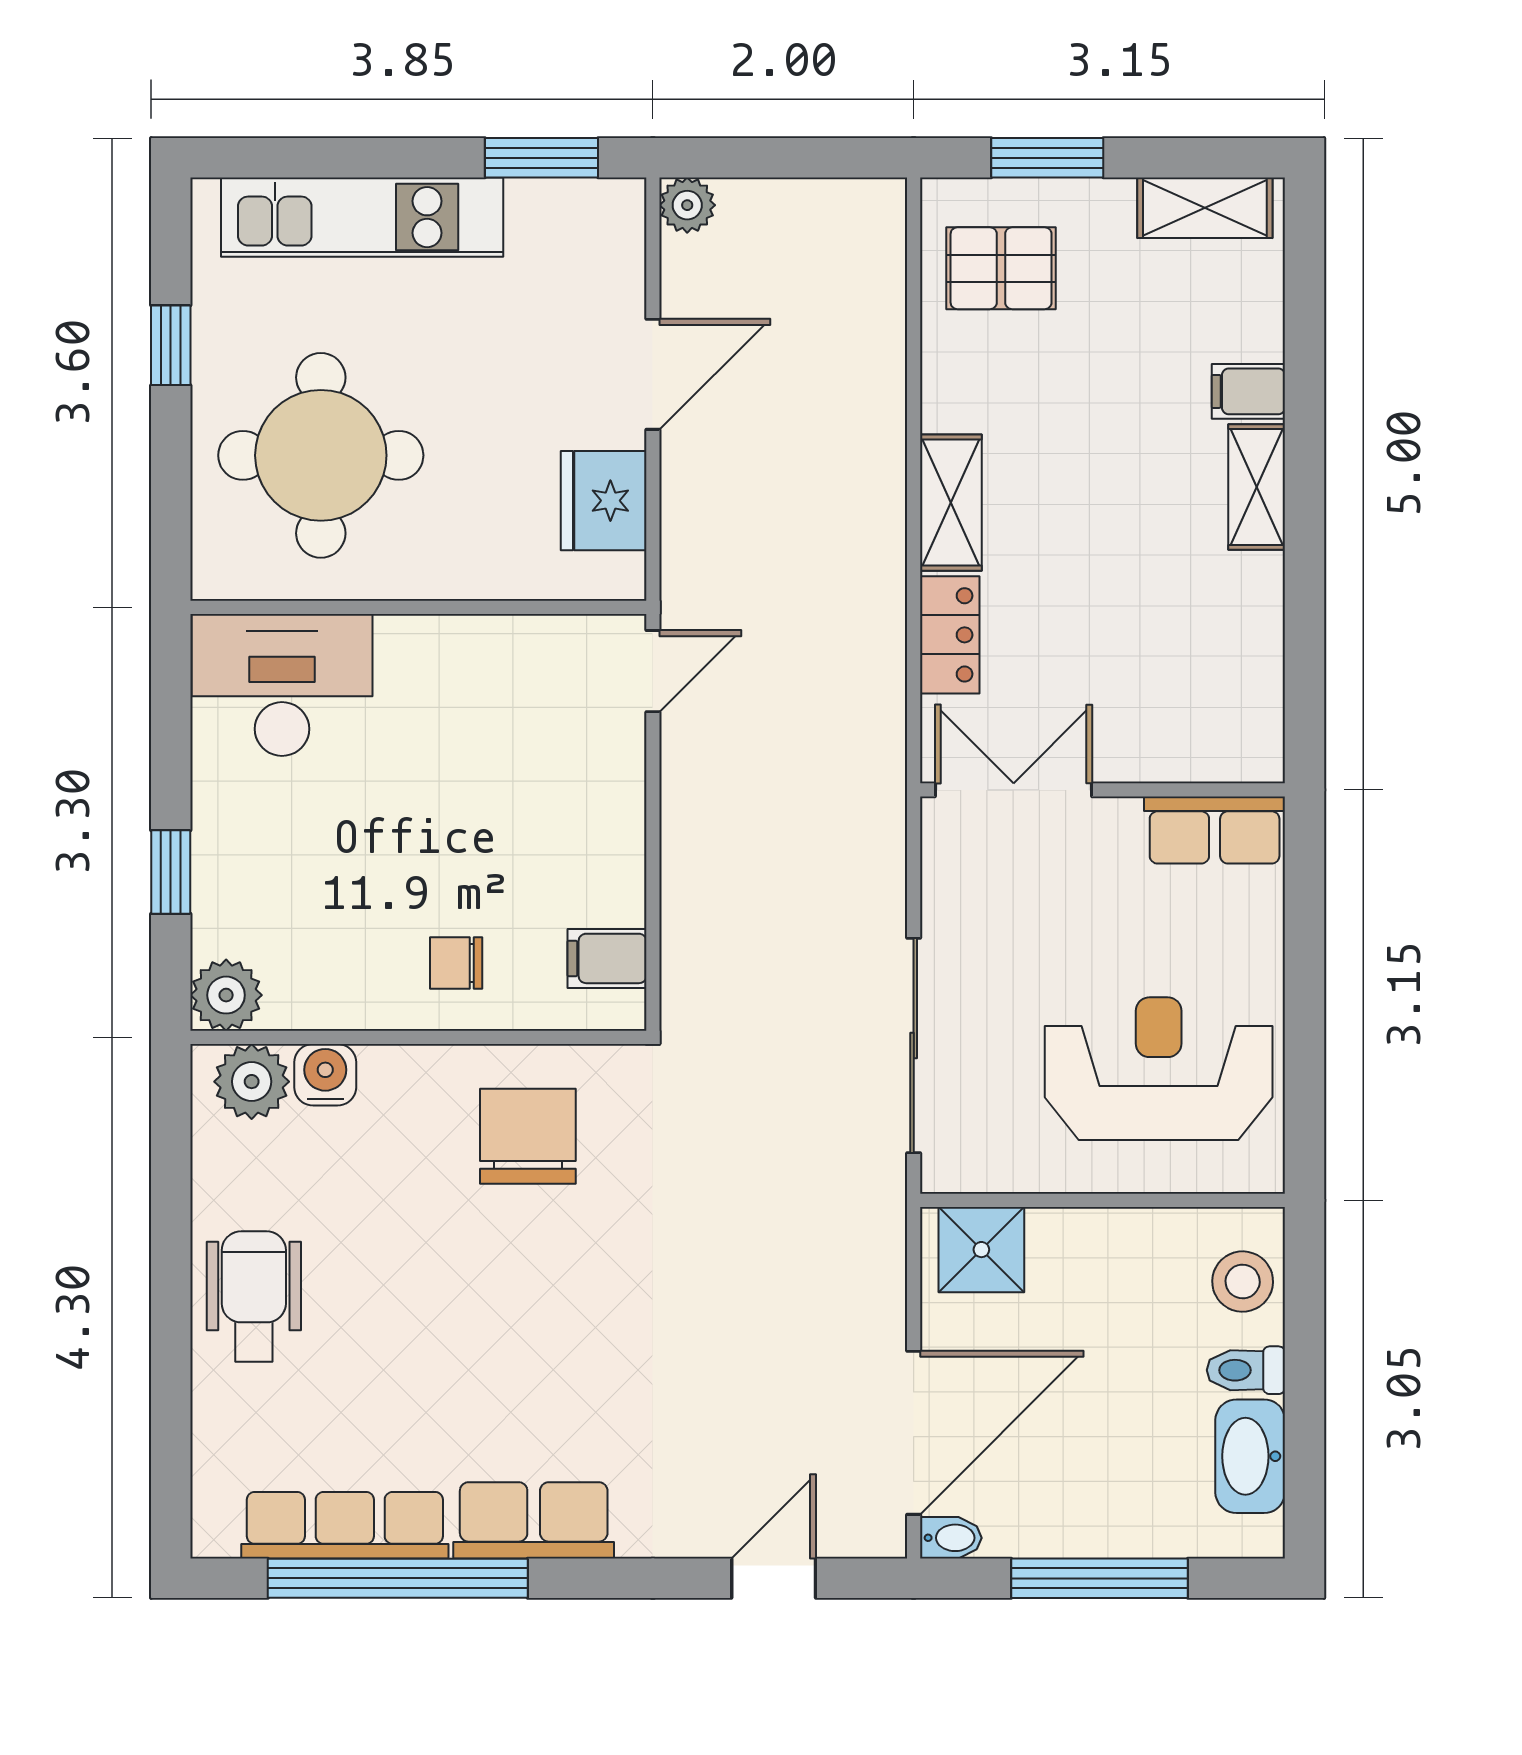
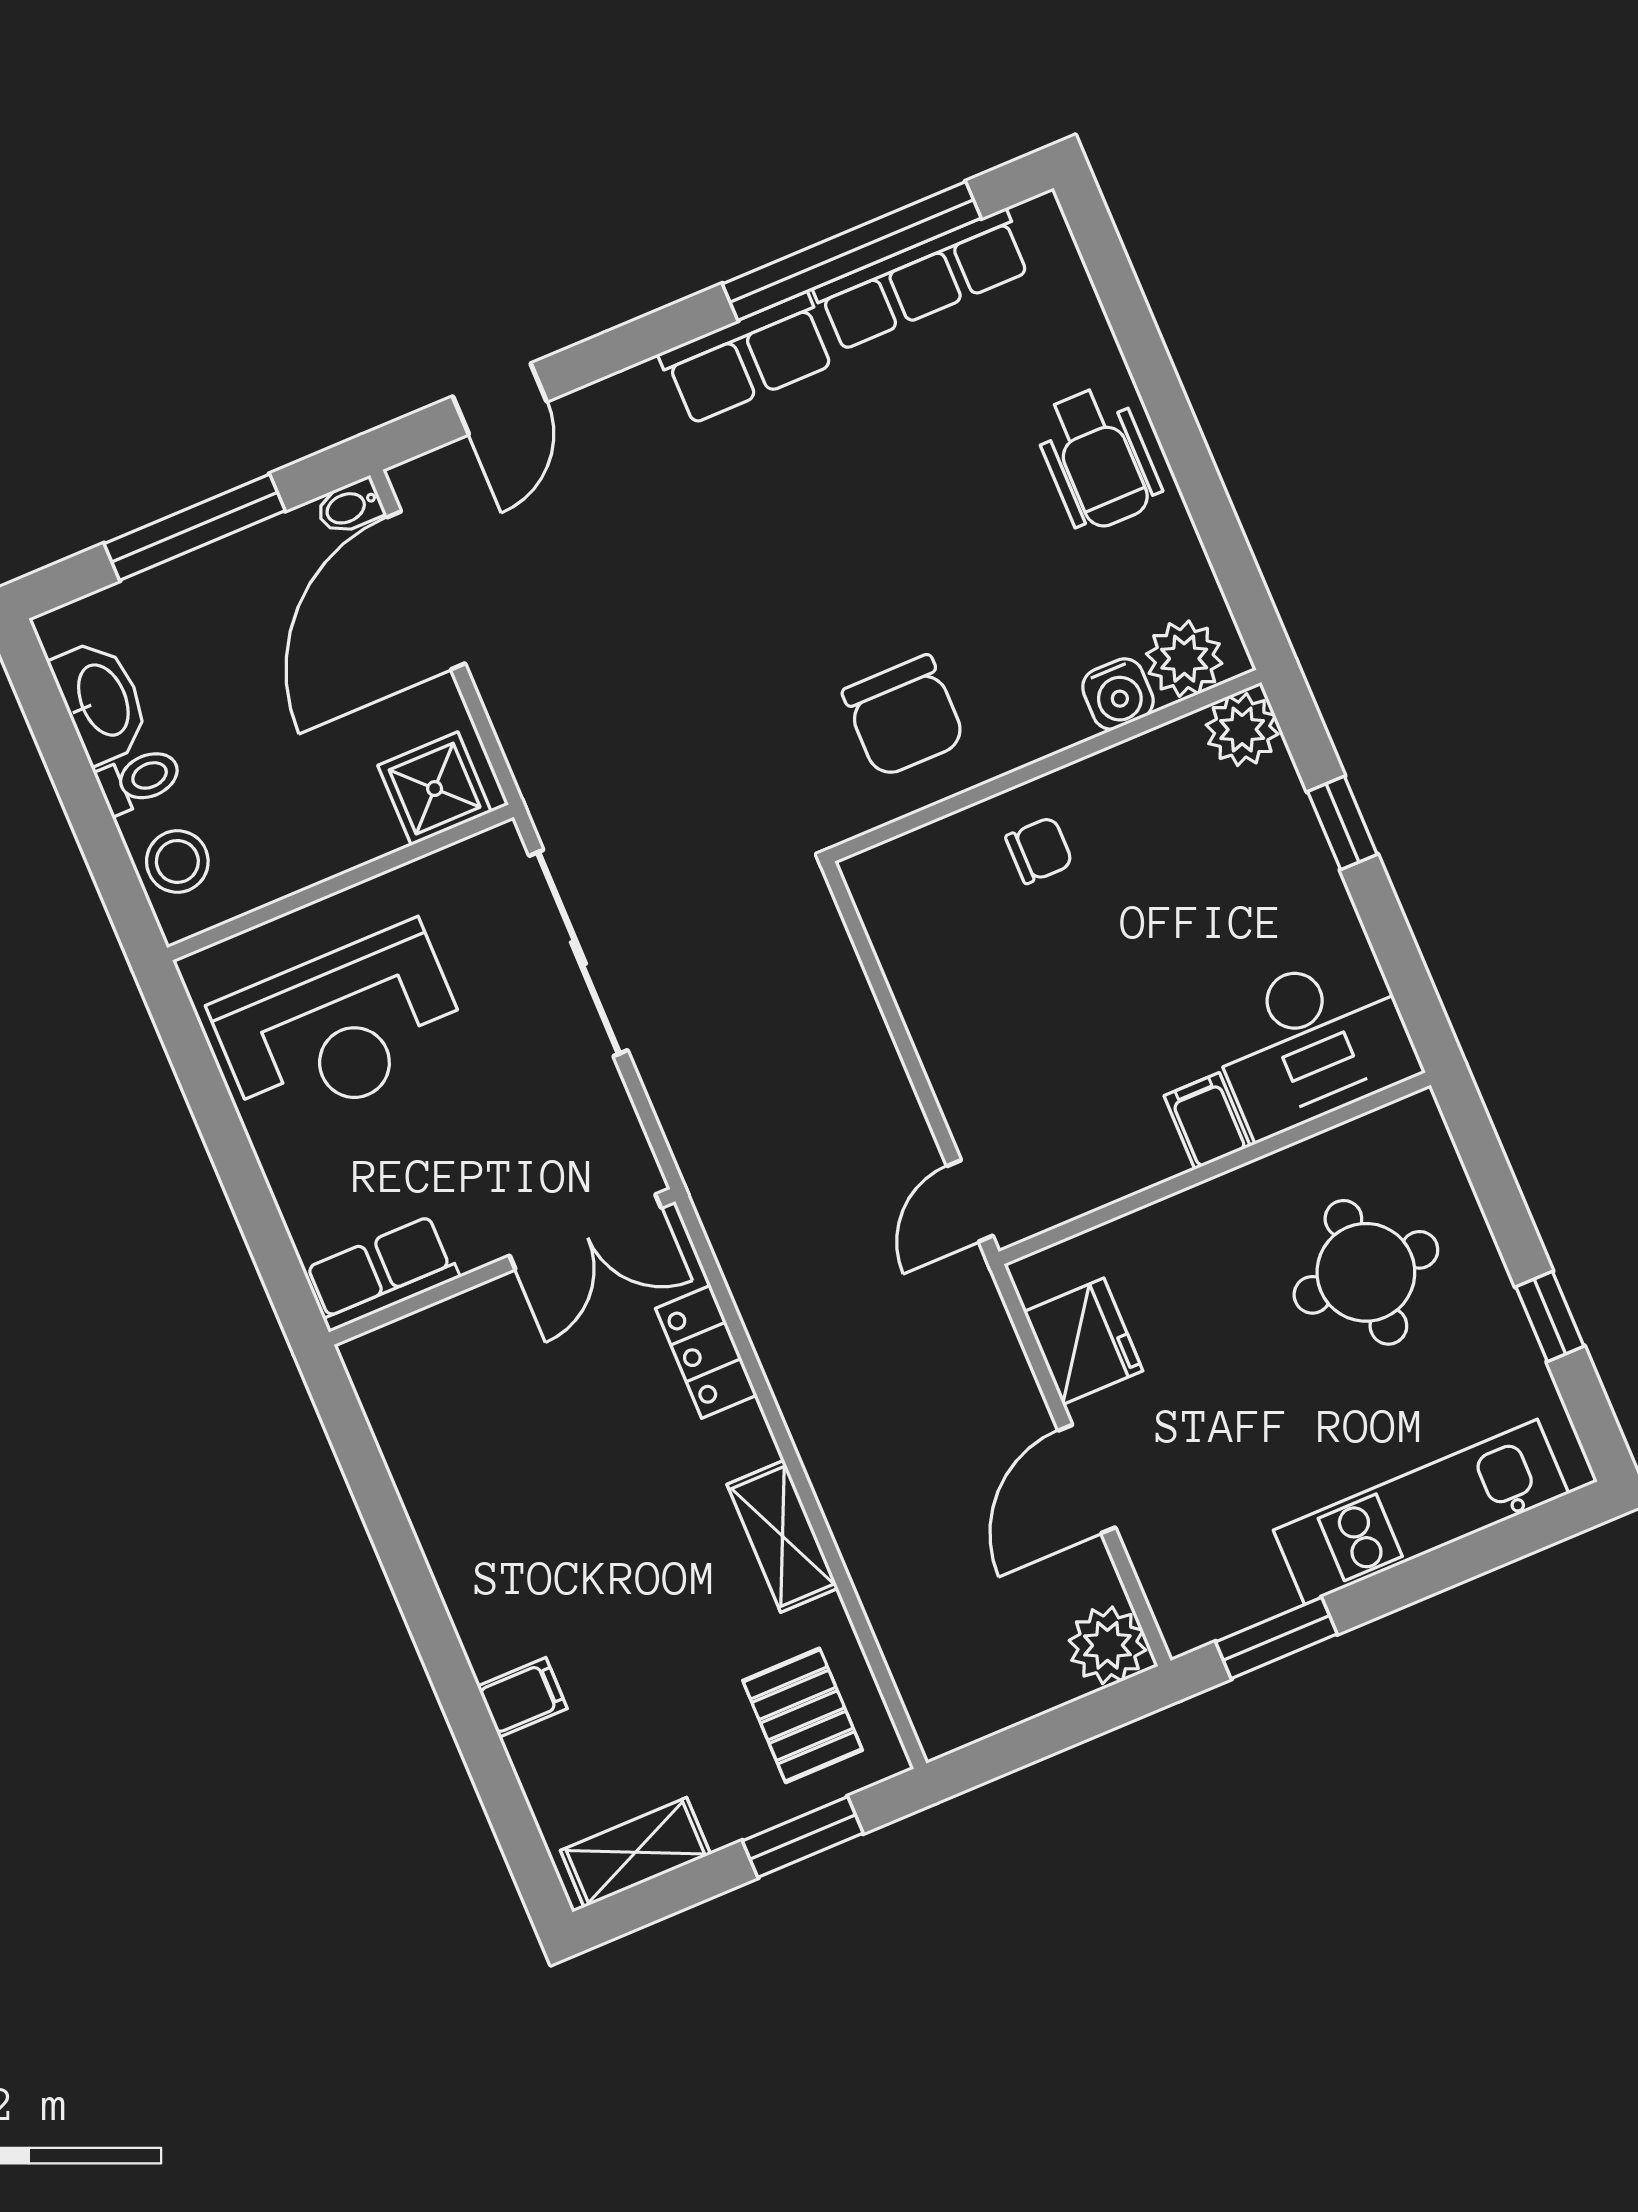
plant: (687, 205) -> (1107, 1645), width x1.38, depth x1.38
pallet: (1001, 268) -> (803, 1715), turned 90
round table: (321, 455) -> (1366, 1272), width x0.73, depth x0.73
shelving: (1257, 487) -> (477, 1611), removed
shelving: (951, 503) -> (783, 1536), moved
filing cabinet: (607, 958) -> (1207, 1121), moved, turned -90

